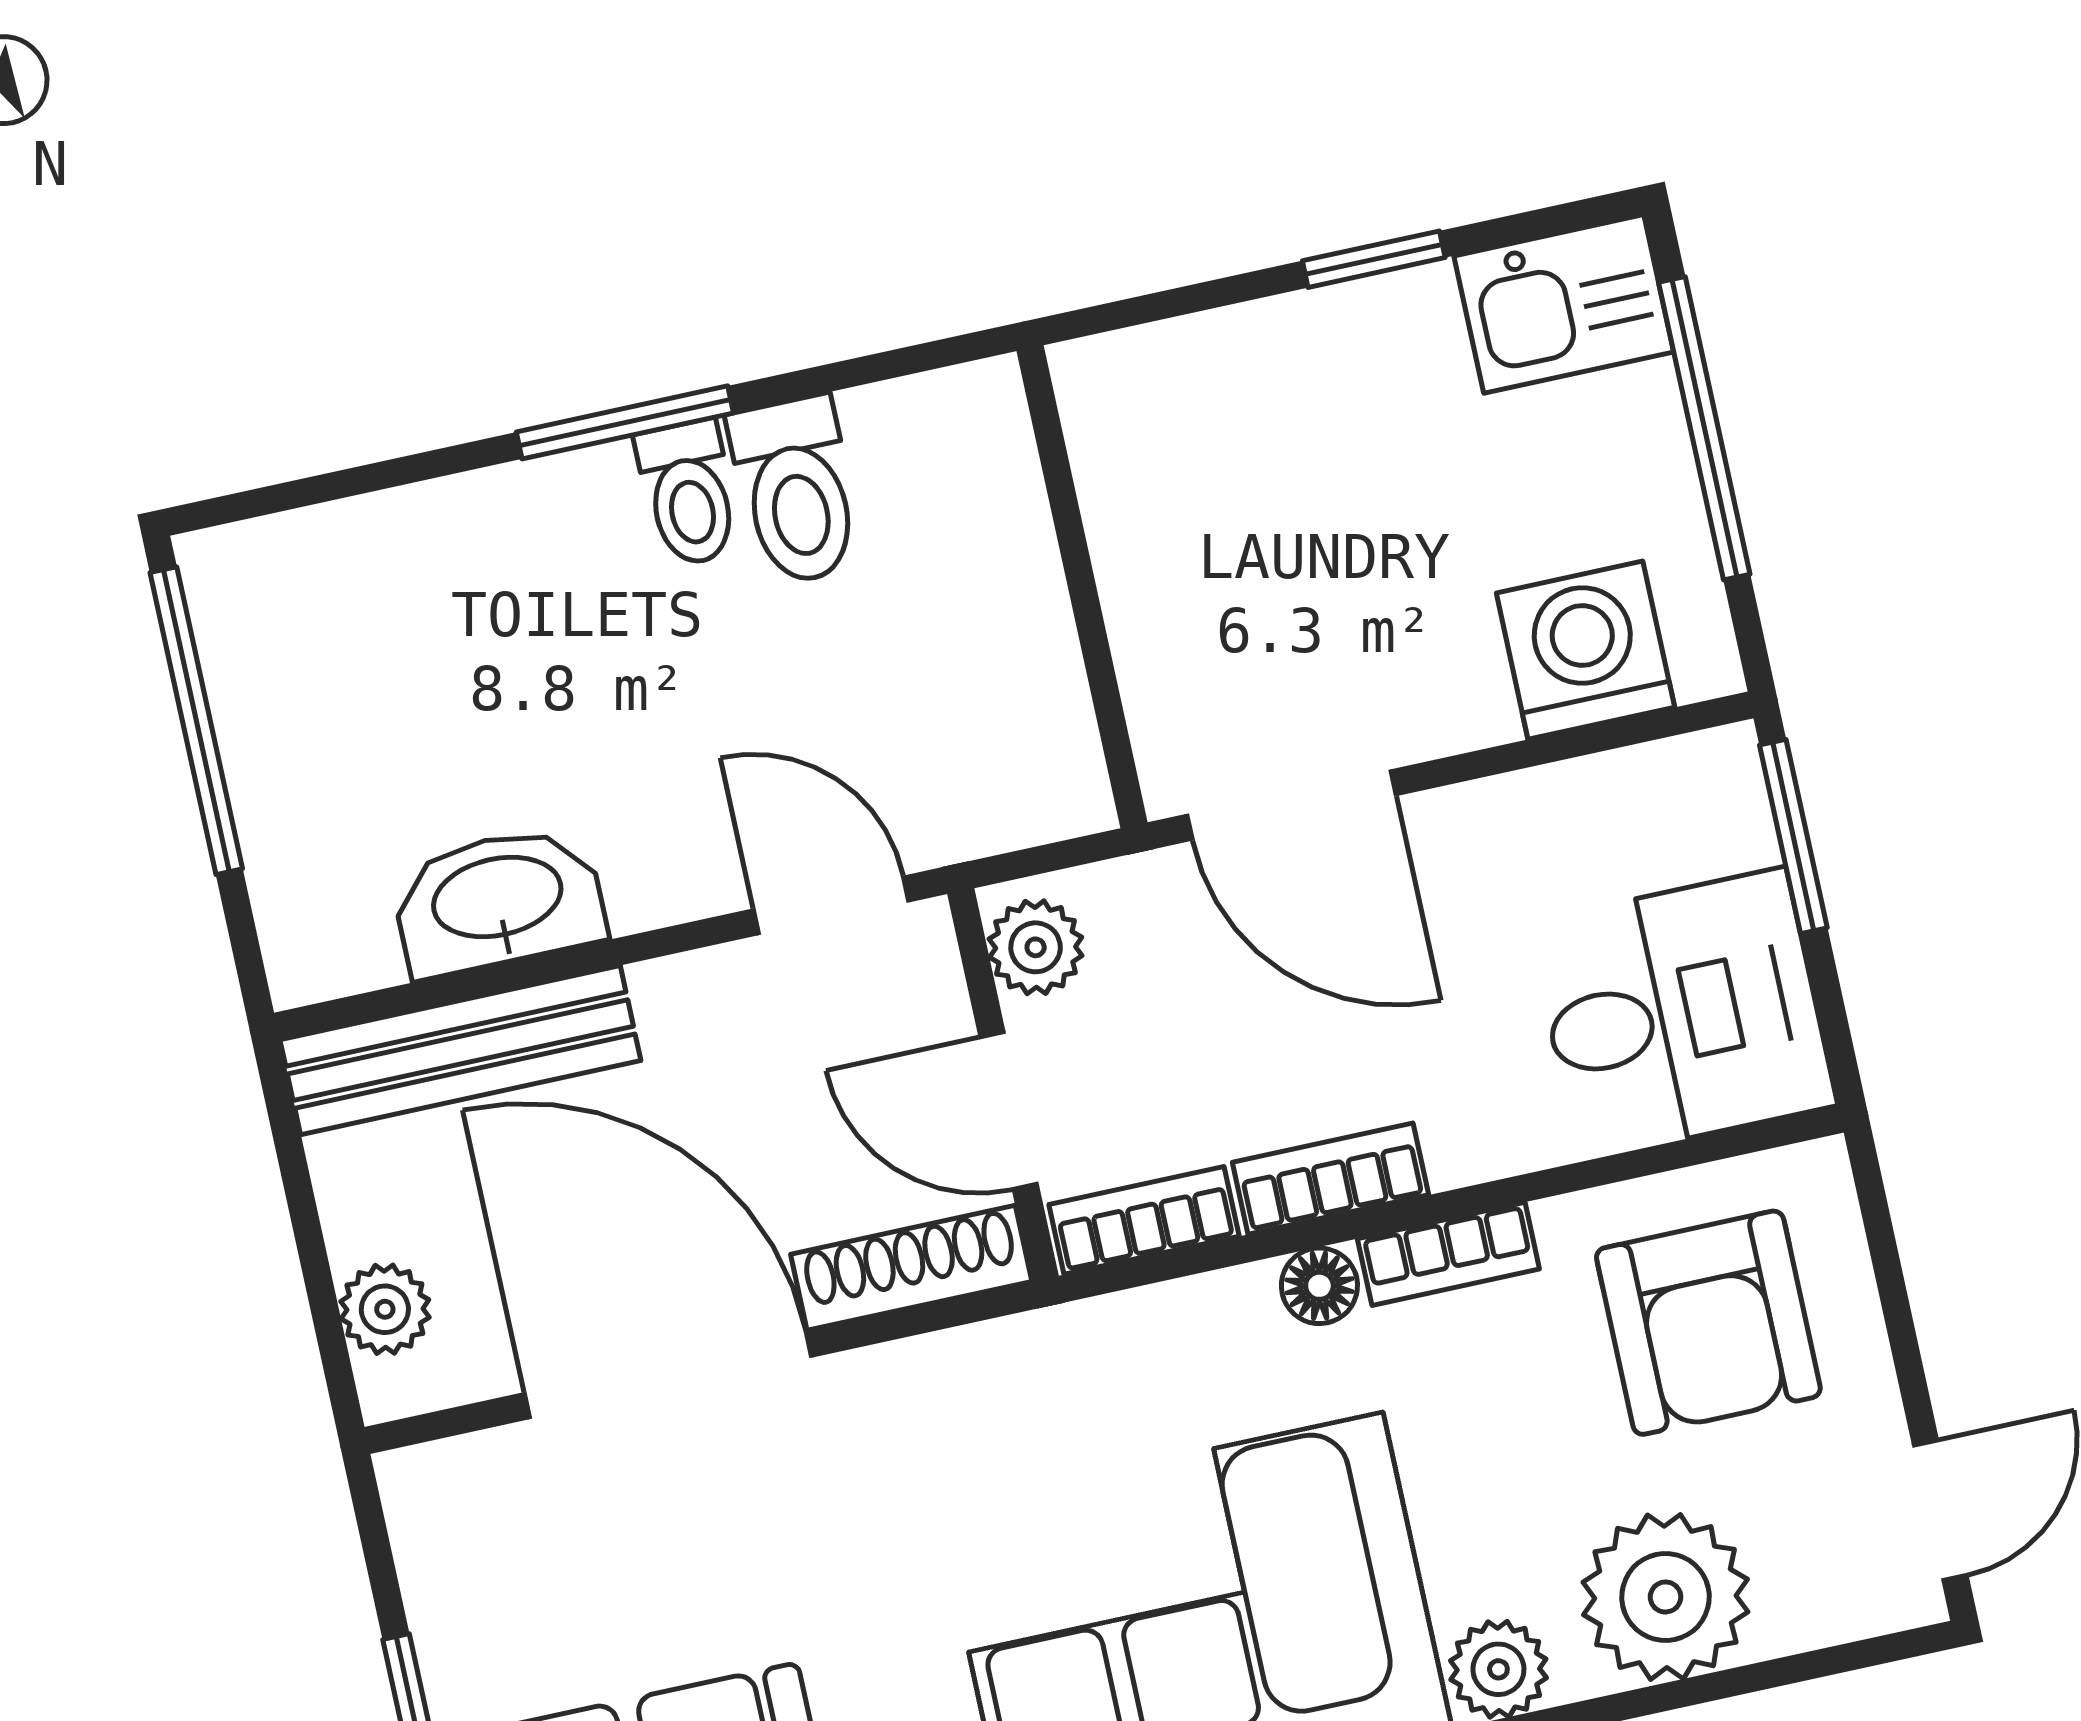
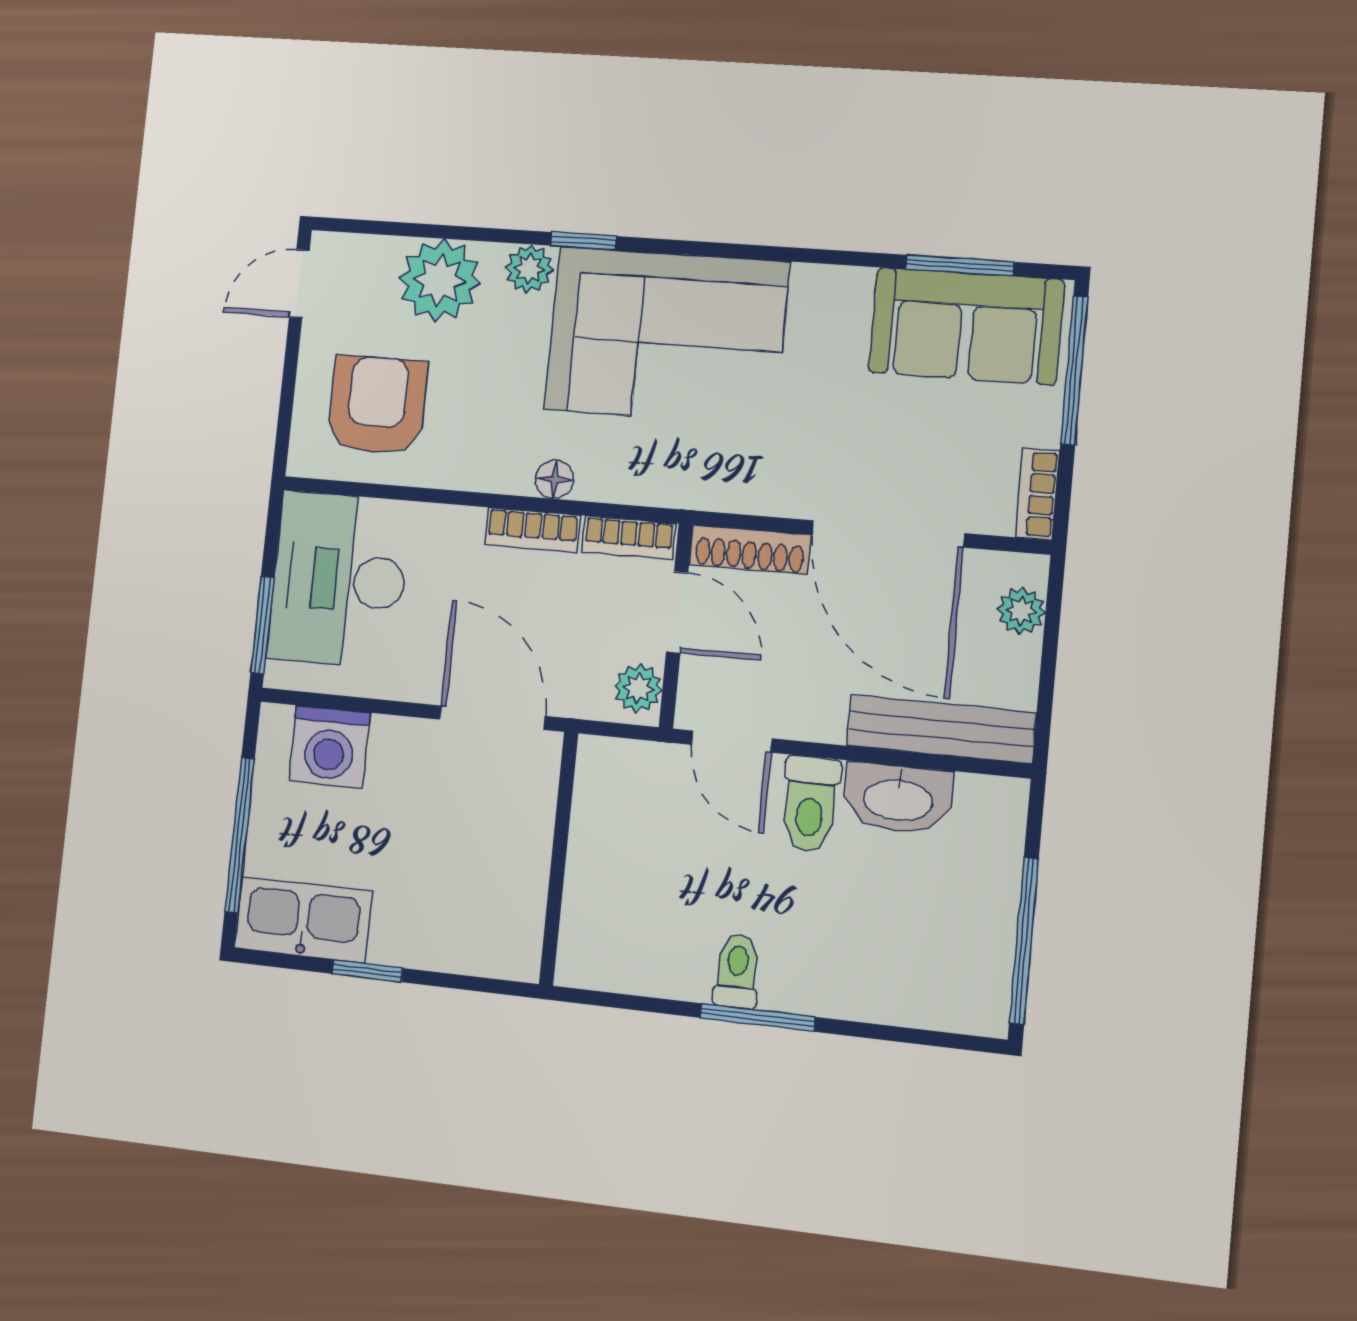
kitchen sink: (1564, 304) -> (303, 920), width x1.38
toilet: (796, 491) -> (810, 804), moved, turned 180
desk: (1682, 1014) -> (339, 580), width x1.37
bookcase: (1448, 1254) -> (1037, 494), moved, turned -90

